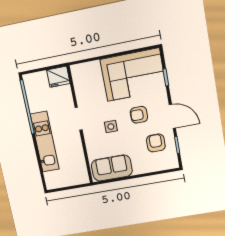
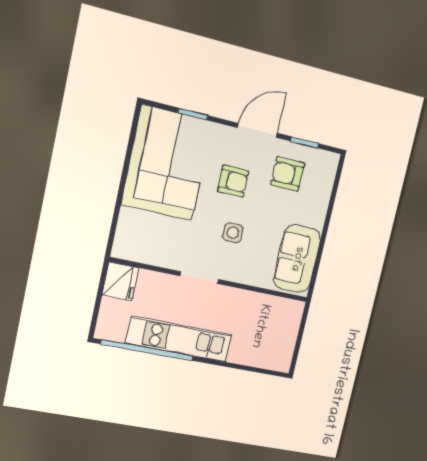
armchair: (139, 115) -> (233, 181), turned -90
kitchen unit: (45, 142) -> (179, 339), moved

